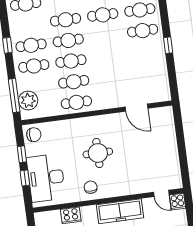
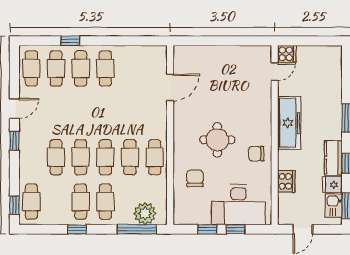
cafe table: (103, 15) -> (105, 68), moved
window: (168, 45) -> (70, 41), moved
chair: (34, 135) -> (195, 178), moved

